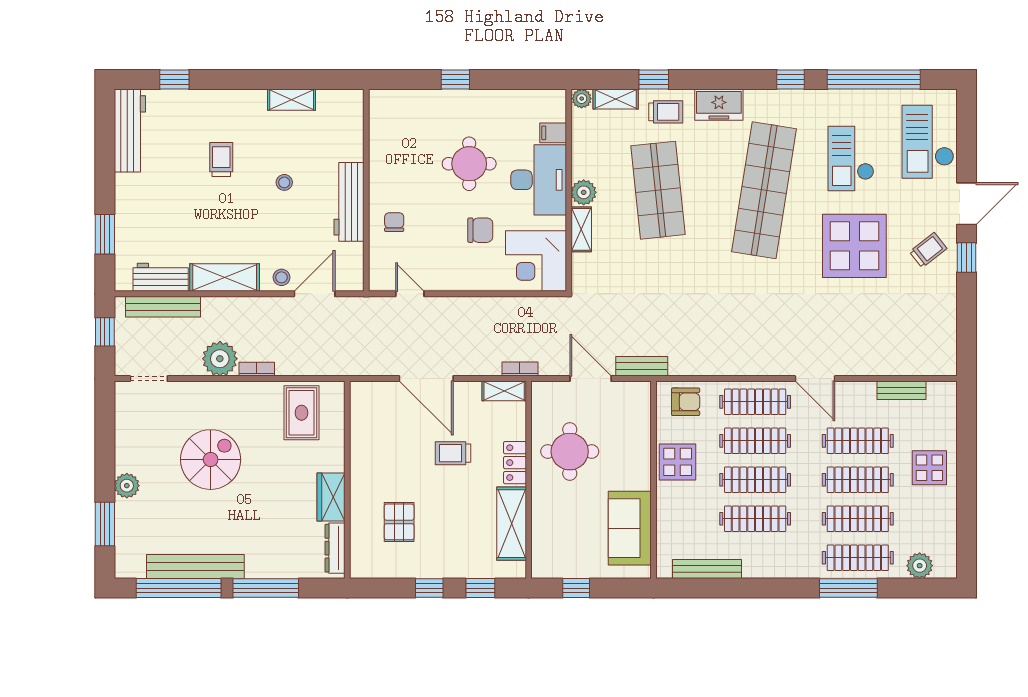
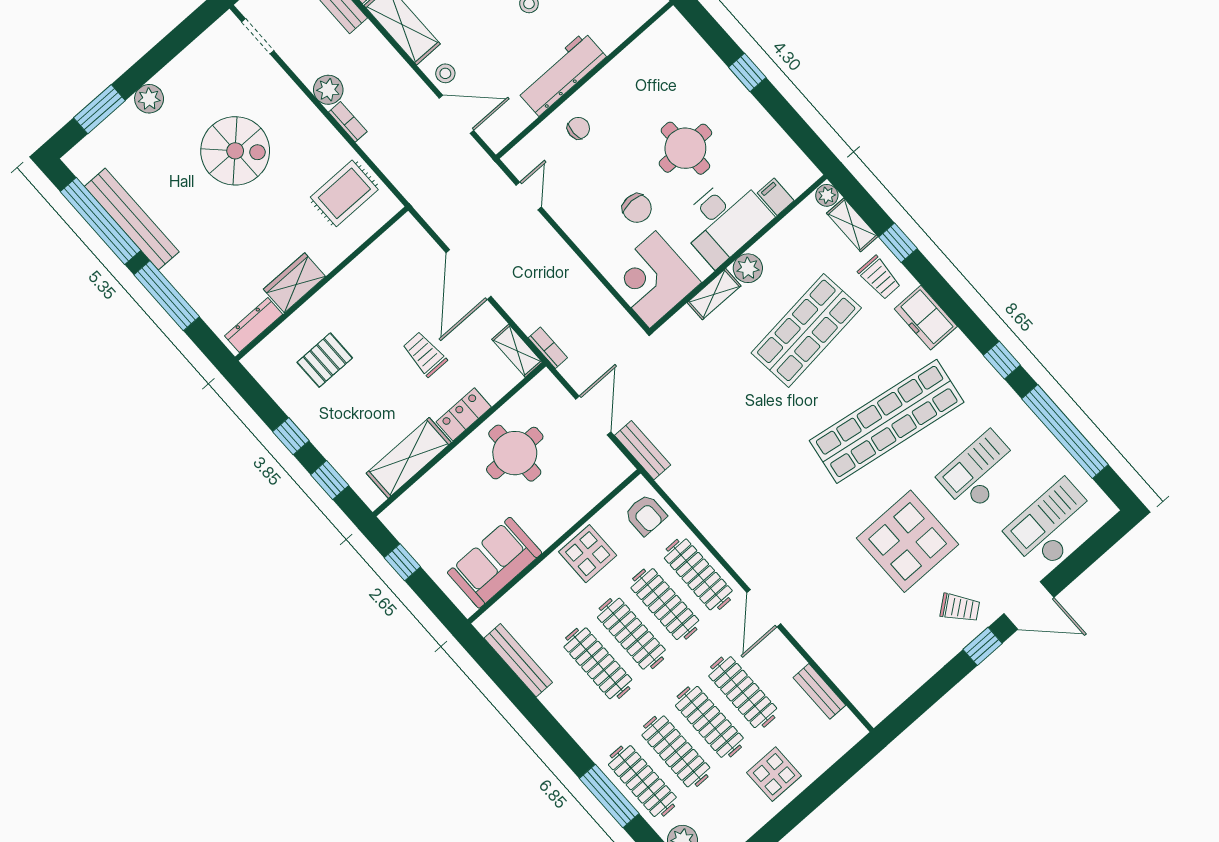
plant: (220, 359) -> (328, 90), width x0.73, depth x0.73

